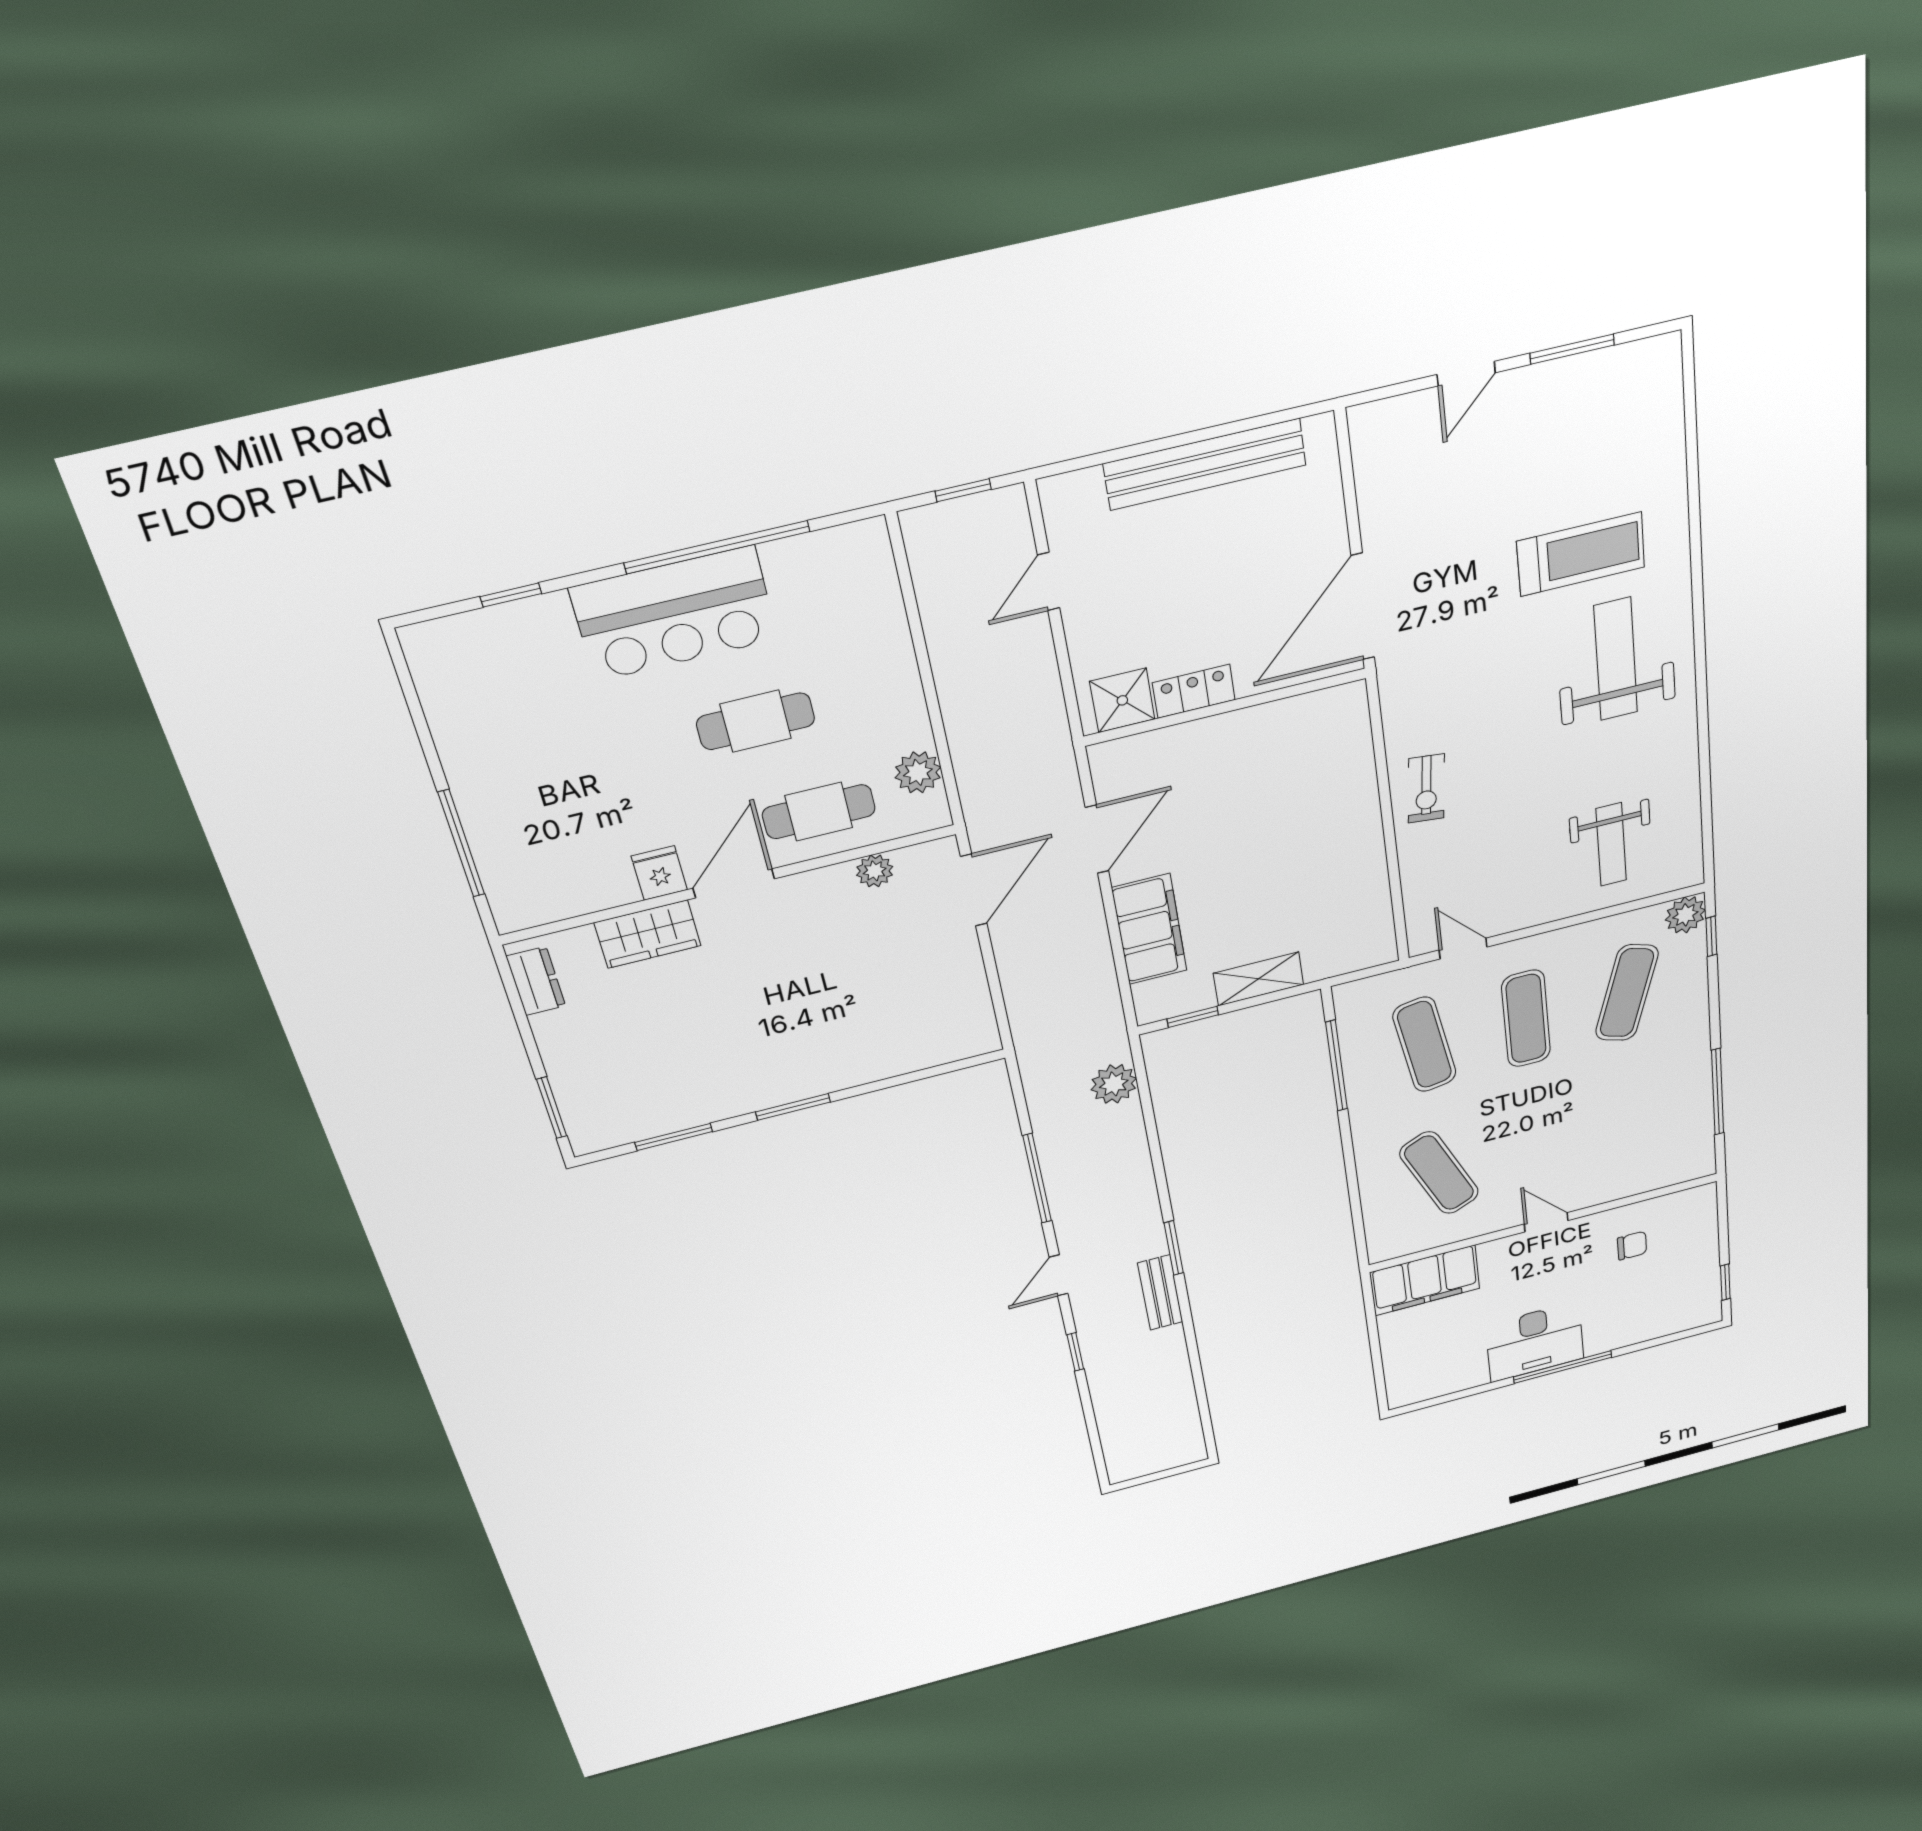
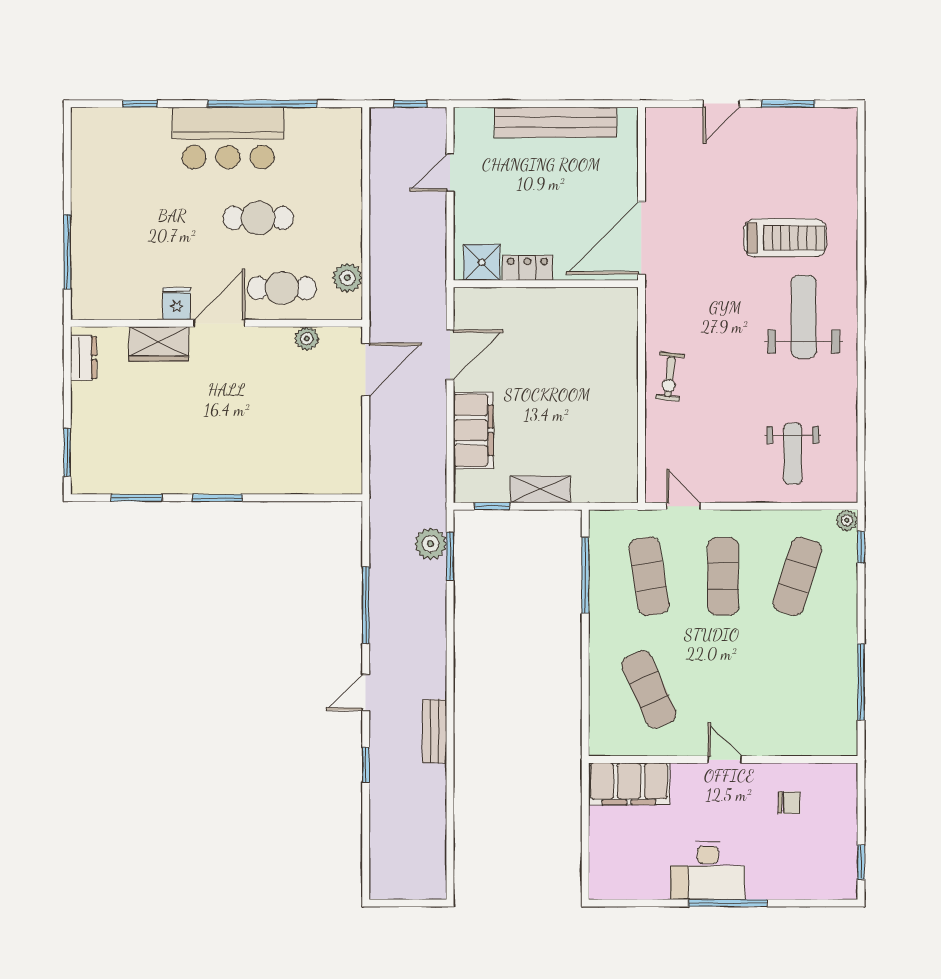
plant: (1685, 915) -> (847, 520), width x0.73, depth x0.73
window: (1174, 1248) -> (450, 556), moved

